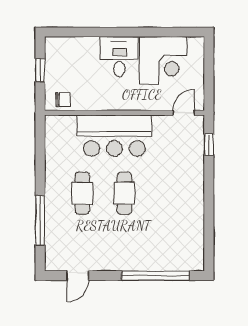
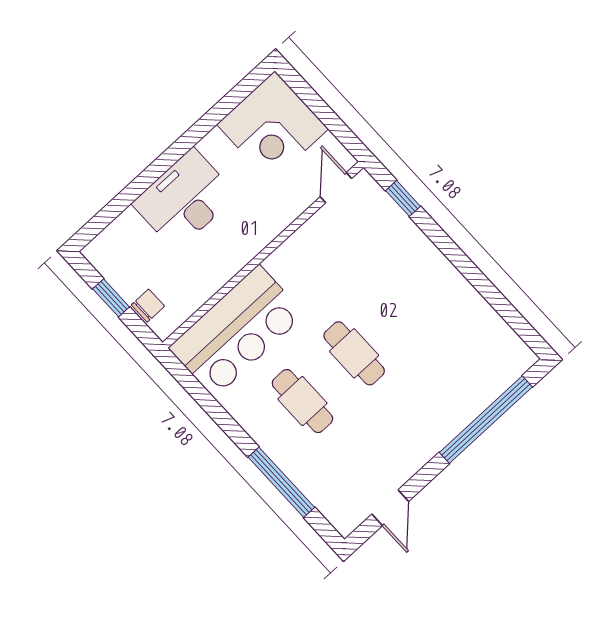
desk: (119, 57) -> (184, 199), width x1.37
corner desk: (163, 60) -> (273, 127), moved, turned 90
chair: (63, 100) -> (148, 306), moved
bar counter: (114, 136) -> (237, 331), moved

